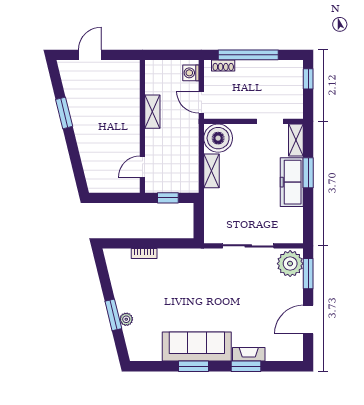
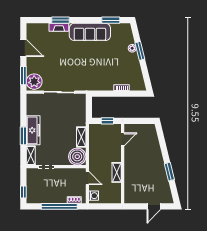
door: (308, 320) -> (23, 48), hinge flipped
window: (193, 366) -> (111, 20), moved

